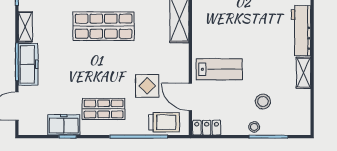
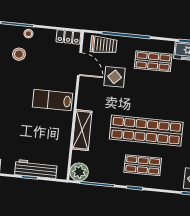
shop shelf: (104, 26) -> (146, 131), width x1.40
lab bench: (219, 69) -> (53, 100), moved
trolley: (164, 122) -> (104, 45), turned 180

